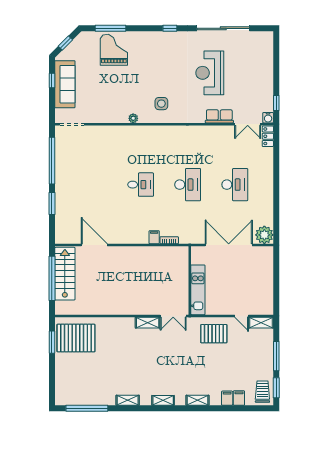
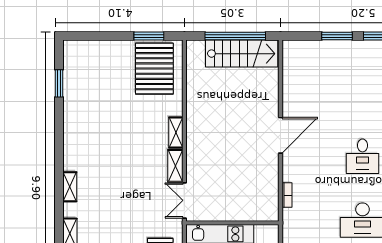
filing cabinet: (154, 237) -> (291, 175), removed
door: (94, 245) -> (281, 135), moved
shelving: (128, 400) -> (176, 132), moved
window: (87, 408) -> (59, 83), width x0.47

